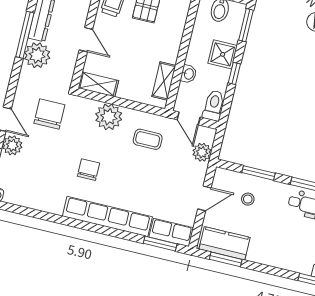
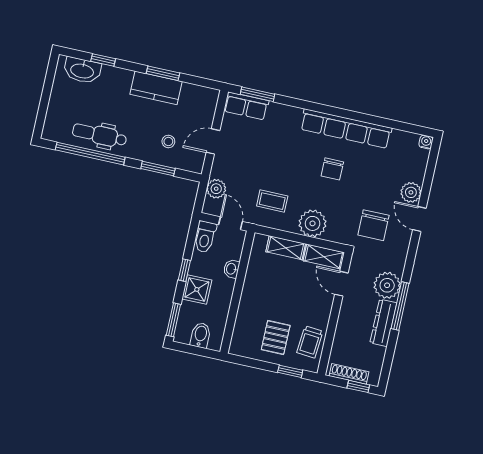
door: (86, 40) -> (341, 284), moved
shelving: (164, 81) -> (286, 248), moved, turned 90
row of seats: (107, 217) -> (346, 129), moved
kitchen counter: (225, 243) -> (156, 88), moved
window: (226, 259) -> (163, 73), moved

